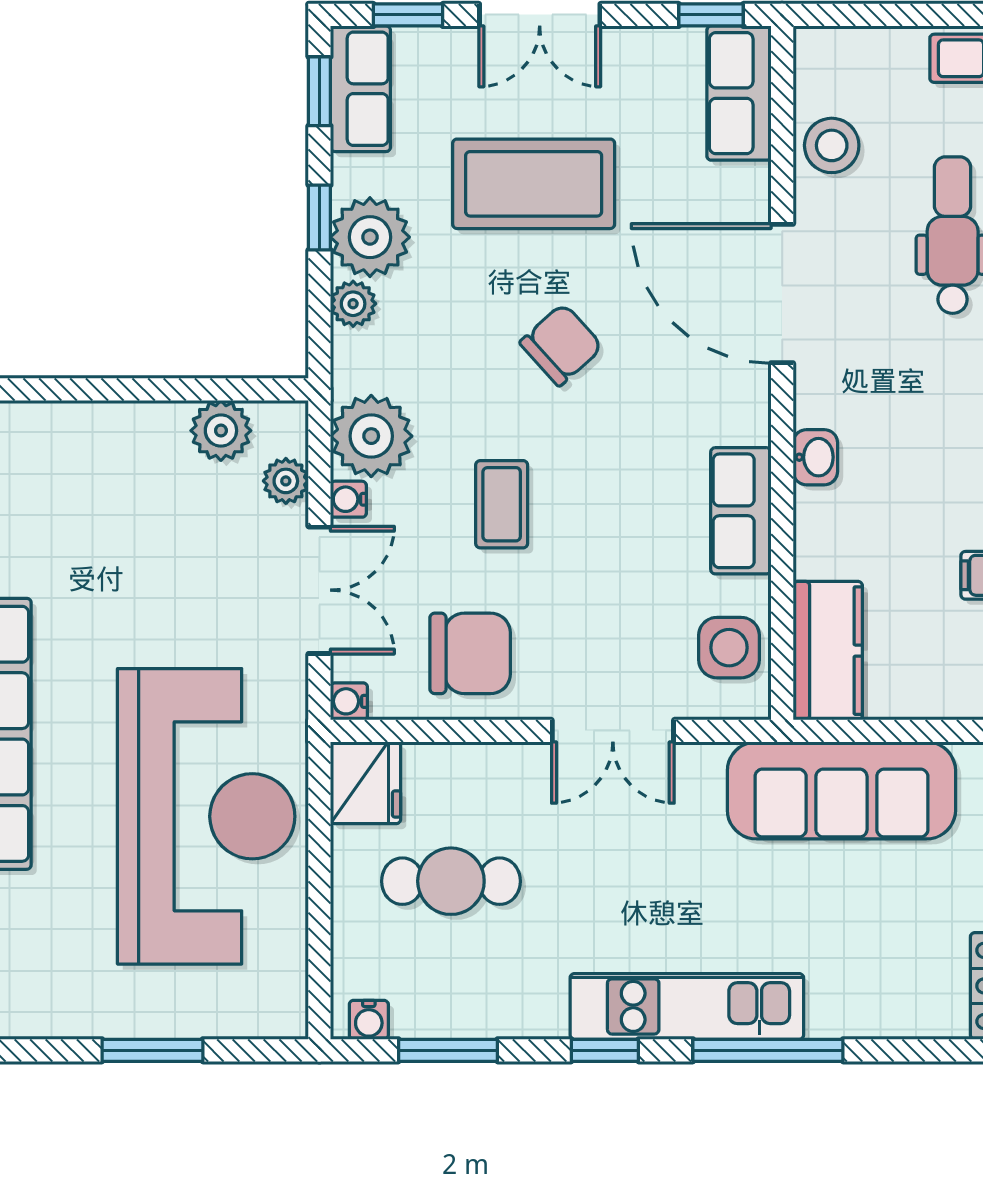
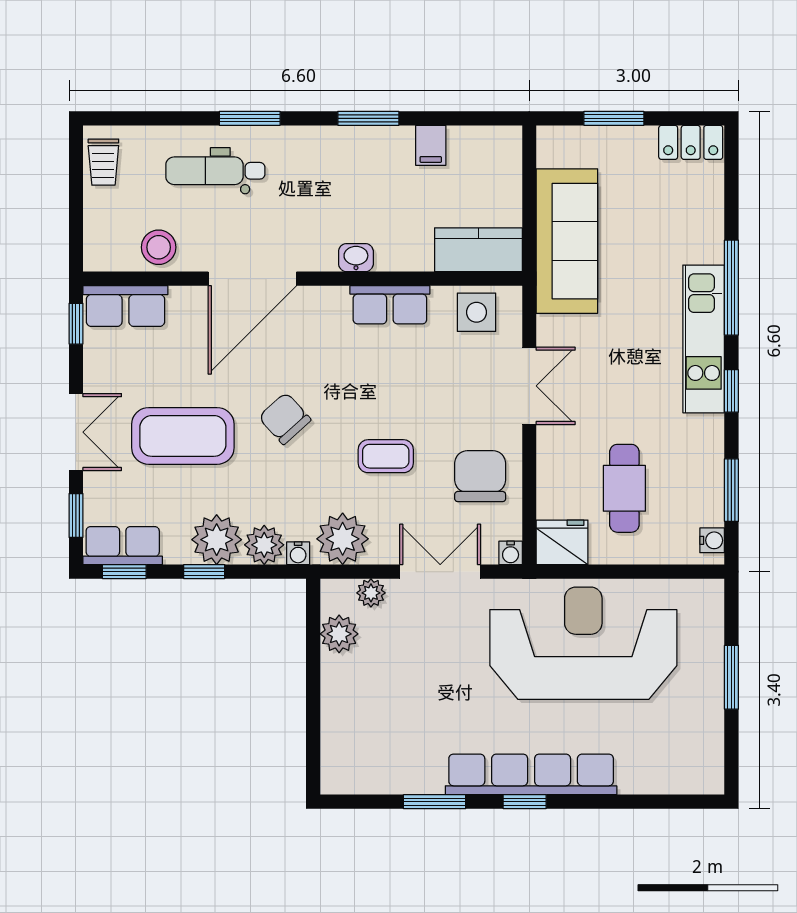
coffee table: (534, 184) -> (183, 436), turned 90
plant: (353, 304) -> (264, 545), width x1.38, depth x1.38
water cooler: (348, 499) -> (298, 553), moved

